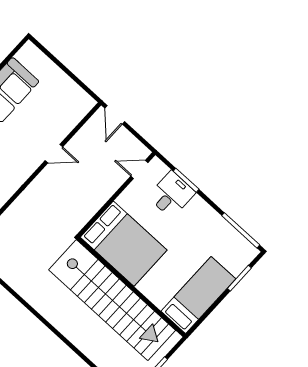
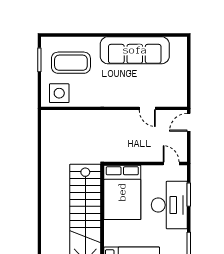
door: (54, 154) -> (147, 108), moved
desk: (171, 195) -> (169, 205), width x1.87, depth x1.30

